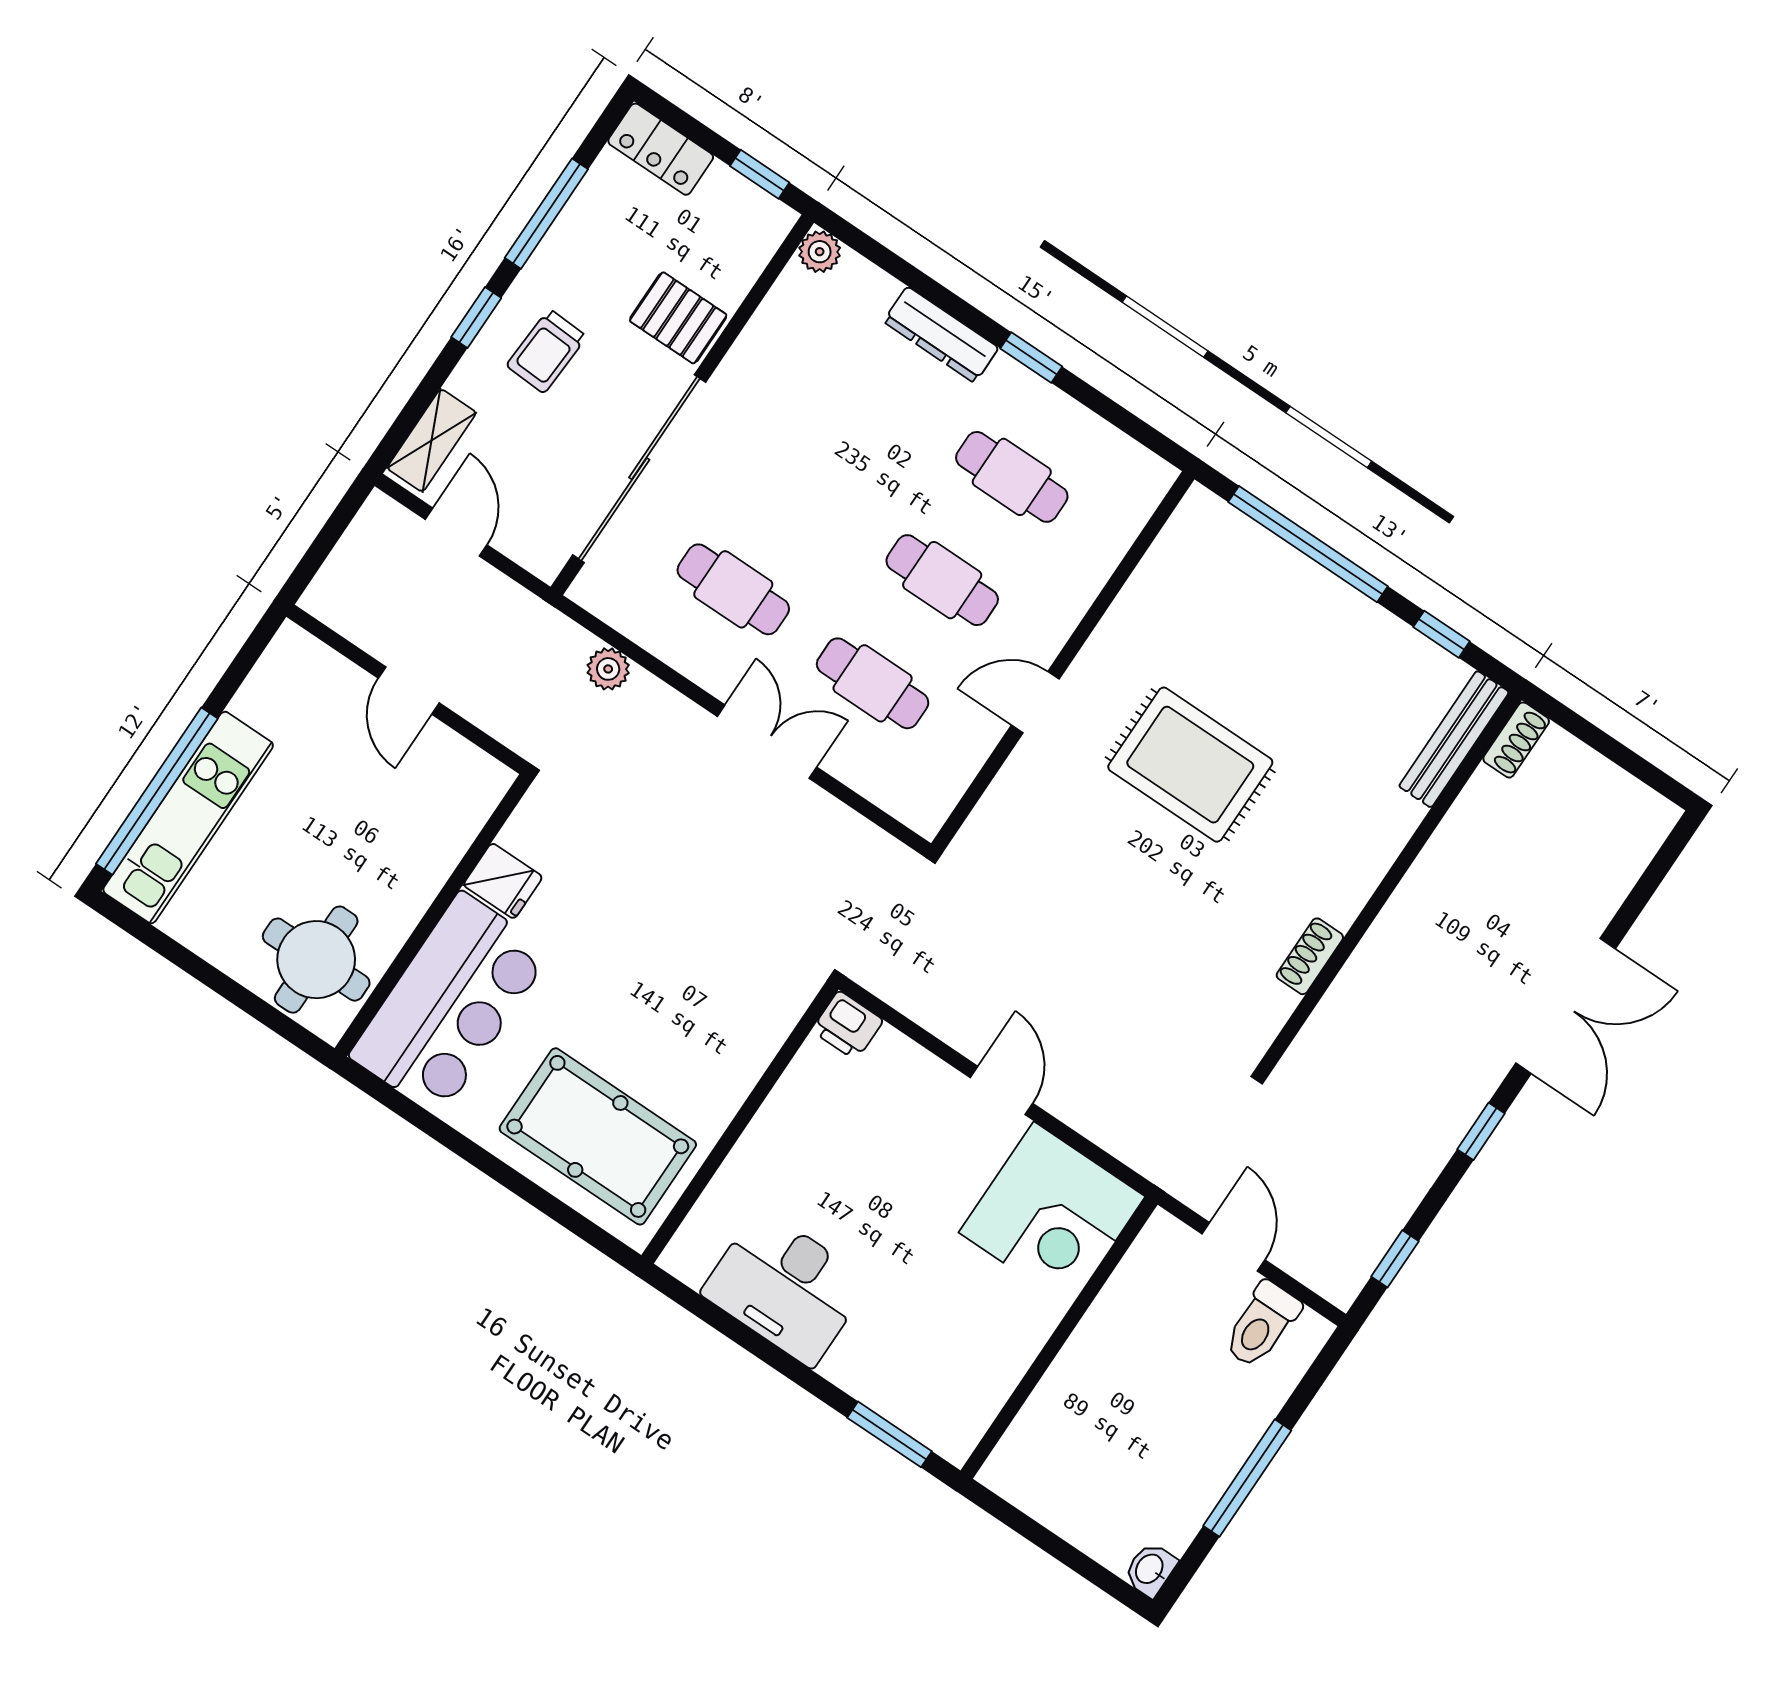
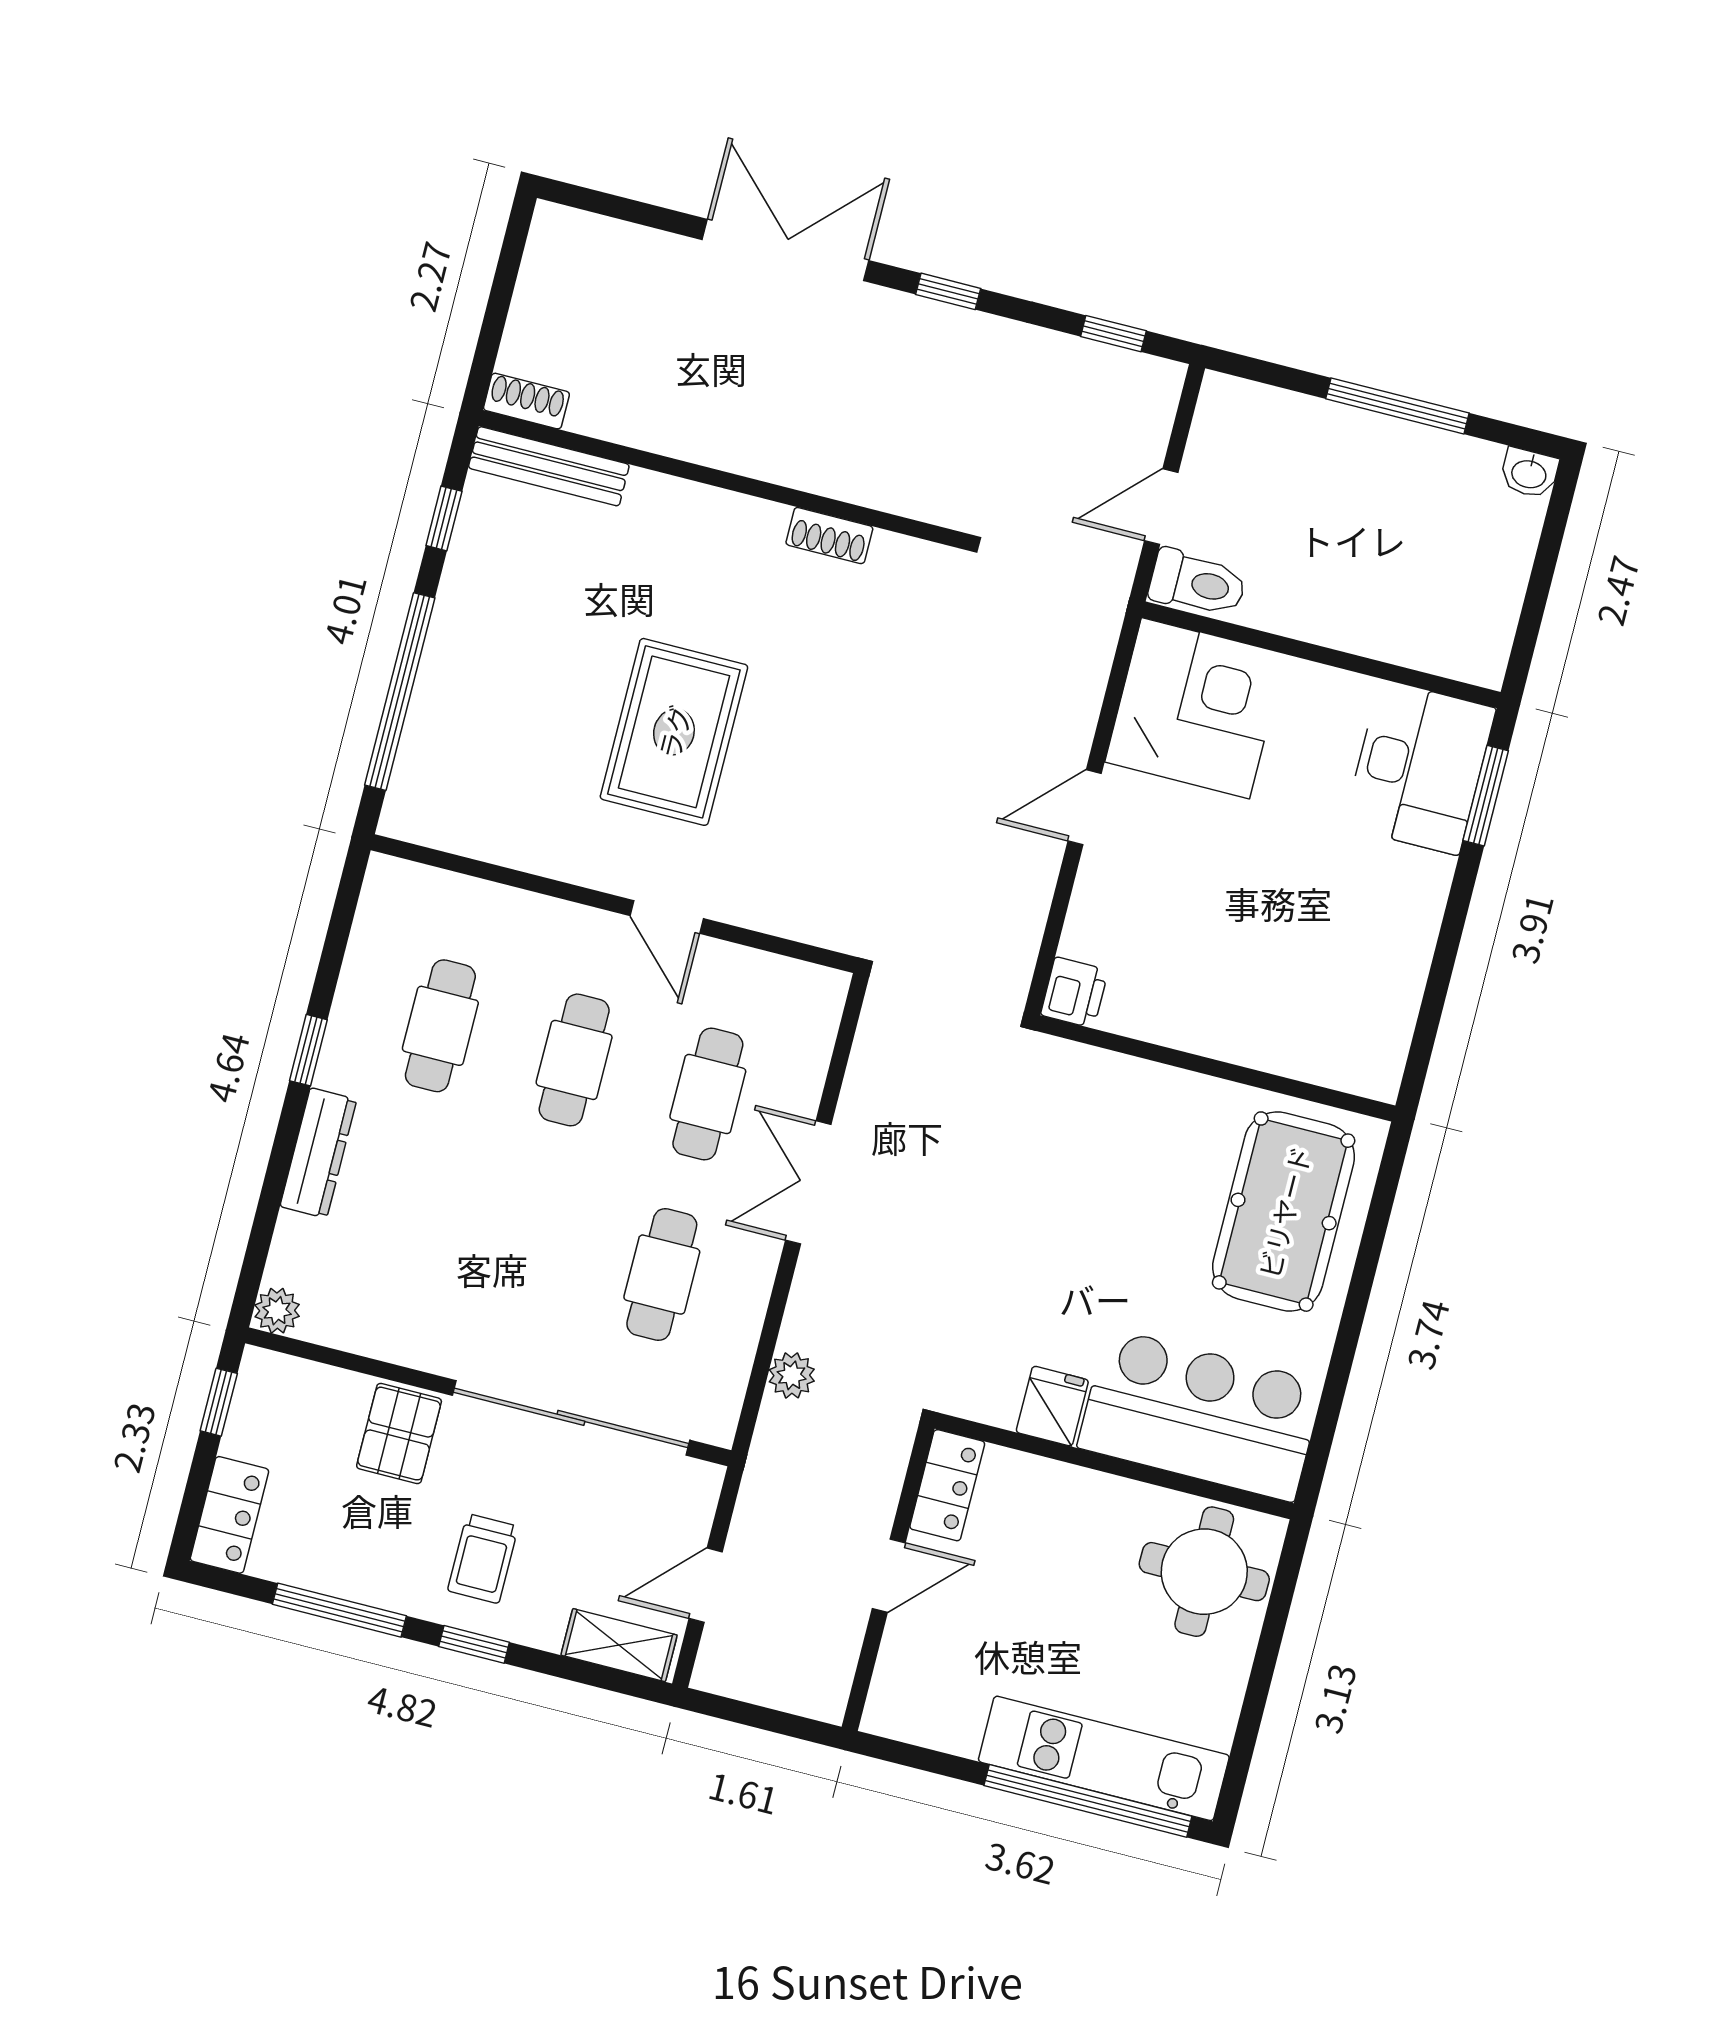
trolley: (547, 351) -> (483, 1559), turned 87
locker: (468, 768) -> (947, 1485), added
desk: (786, 1287) -> (1420, 767), moved
toilet: (1262, 1325) -> (1198, 583), moved

